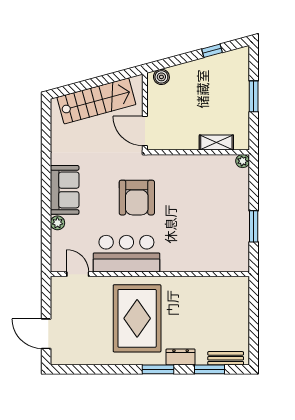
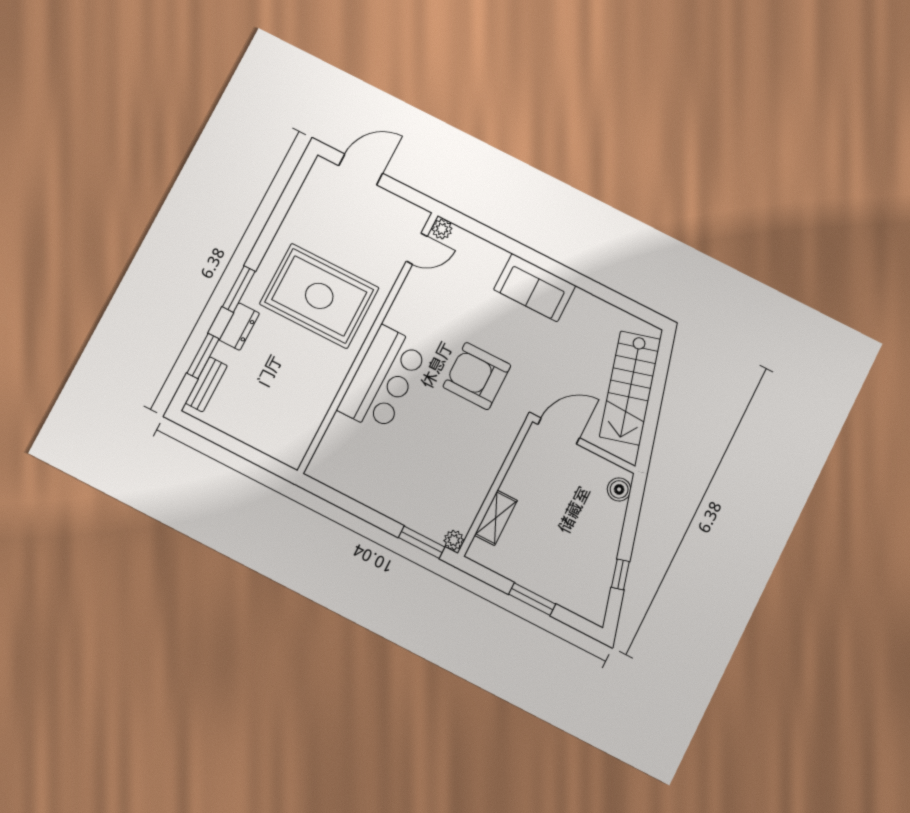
plant: (57, 223) -> (442, 229), moved
window: (254, 226) -> (422, 542), moved
bar counter: (126, 254) -> (383, 379), moved

